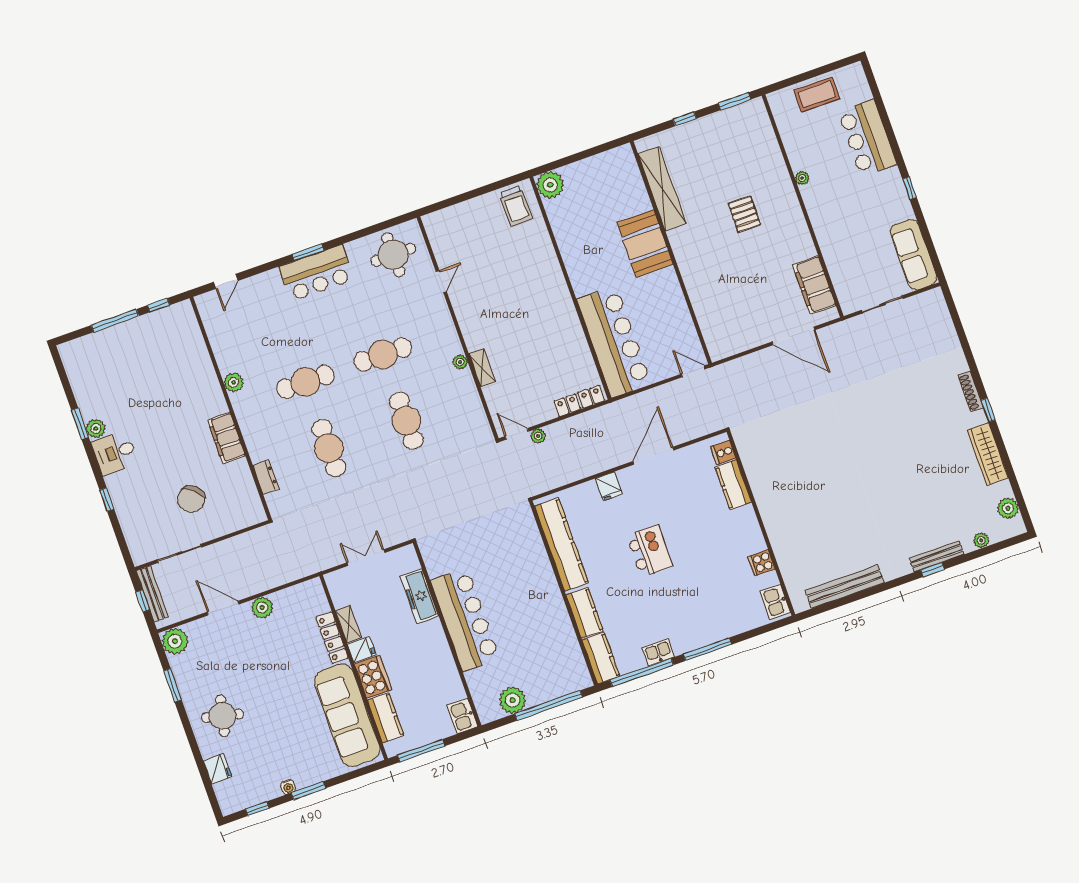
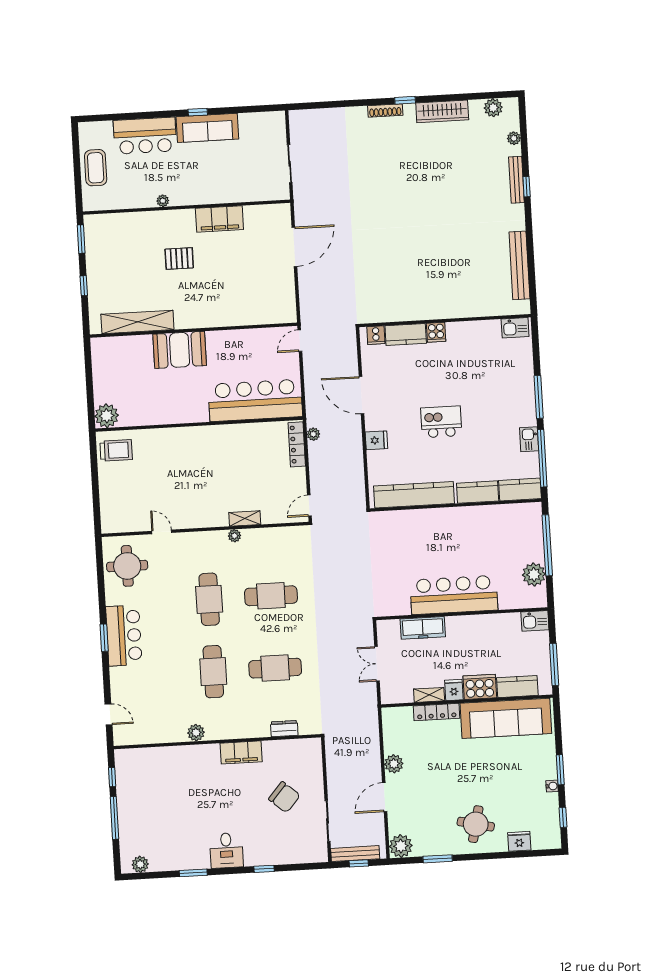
sofa: (914, 255) -> (207, 128), moved
filing cabinet: (814, 285) -> (219, 219), moved
plant: (96, 429) -> (140, 864), moved
plant: (538, 436) -> (313, 434), moved
cooker: (761, 563) -> (436, 332), moved

